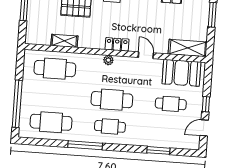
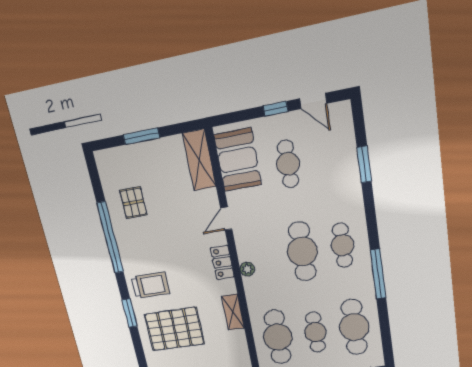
shelving: (64, 41) -> (233, 312), moved
cafe table: (53, 95) -> (315, 332), added

